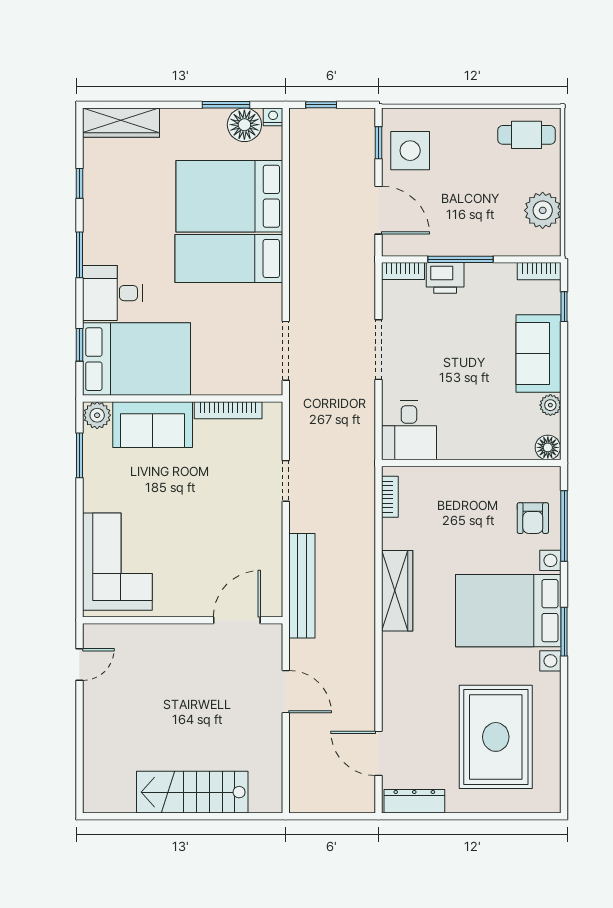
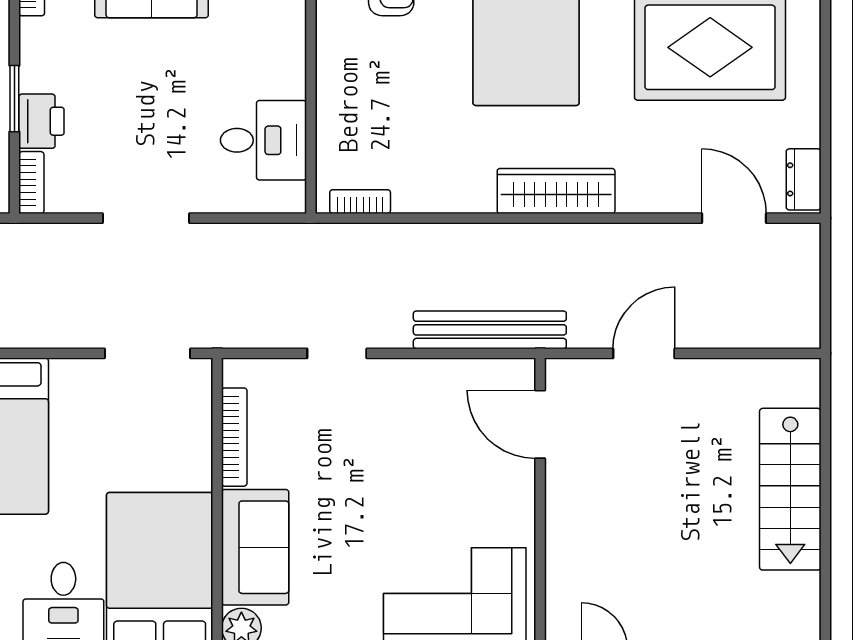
window: (461, 259) -> (14, 99), width x0.69
desk: (409, 430) -> (263, 140), moved
wardrobe: (397, 591) -> (556, 191), moved
door: (378, 753) -> (734, 218), swing flipped
dresser: (414, 801) -> (804, 179), width x0.70

